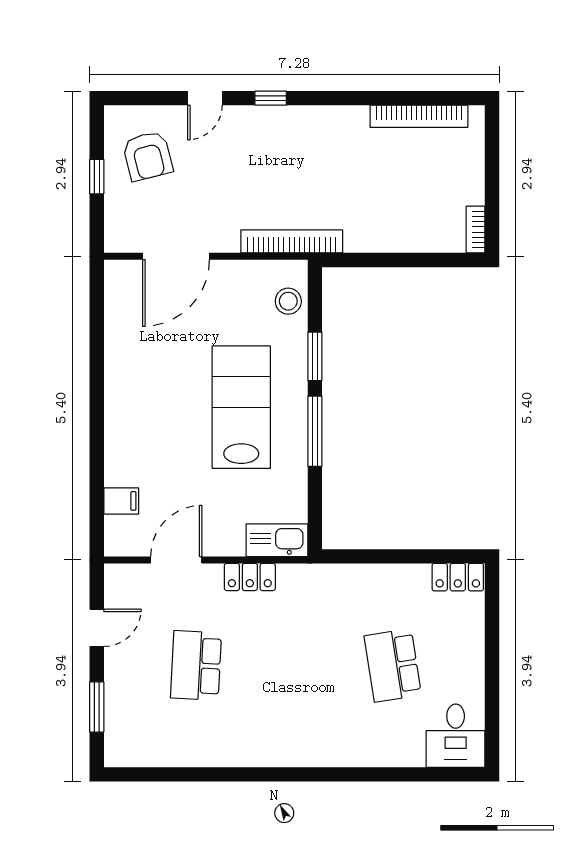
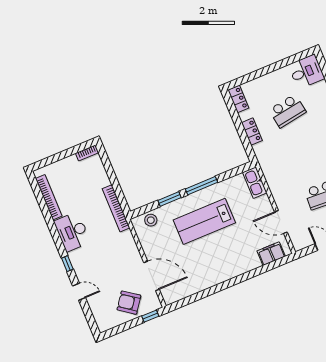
desk: (331, 134) -> (72, 232), added
armchair: (148, 156) -> (129, 303), moved, turned -130
window: (97, 177) -> (150, 316), moved
bookcase: (292, 241) -> (116, 208), moved
filing cabinet: (121, 501) -> (271, 254), width x2.00
locker: (250, 577) -> (252, 132), moved

